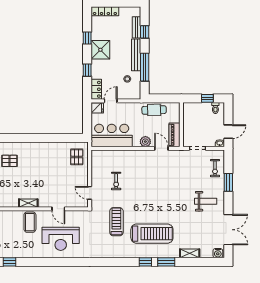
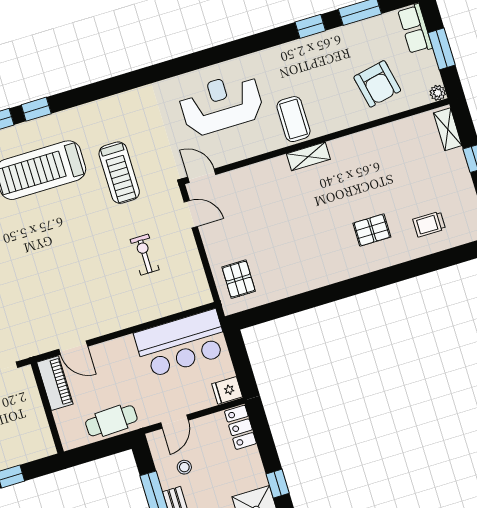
window: (87, 70) -> (278, 484), moved
door: (111, 101) -> (174, 422), moved
plant: (145, 142) -> (110, 352), removed
door: (58, 209) -> (202, 176), moved

